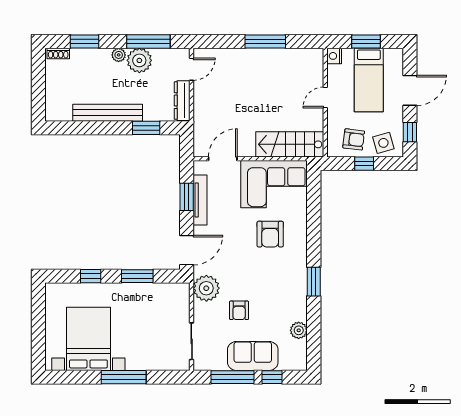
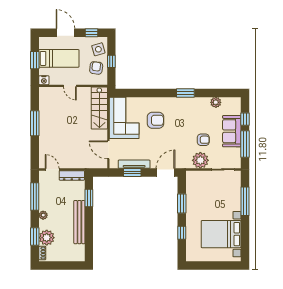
plant: (139, 60) -> (47, 238), moved
door: (187, 250) -> (166, 173), hinge flipped
plant: (206, 288) -> (200, 160), moved
window: (124, 377) -> (245, 201), moved

